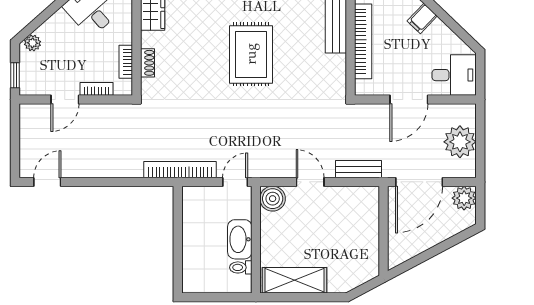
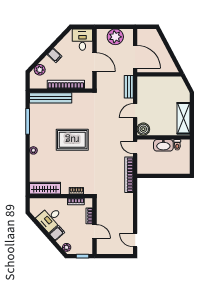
filing cabinet: (61, 23) -> (57, 233), added
plant: (464, 198) -> (143, 35), removed

